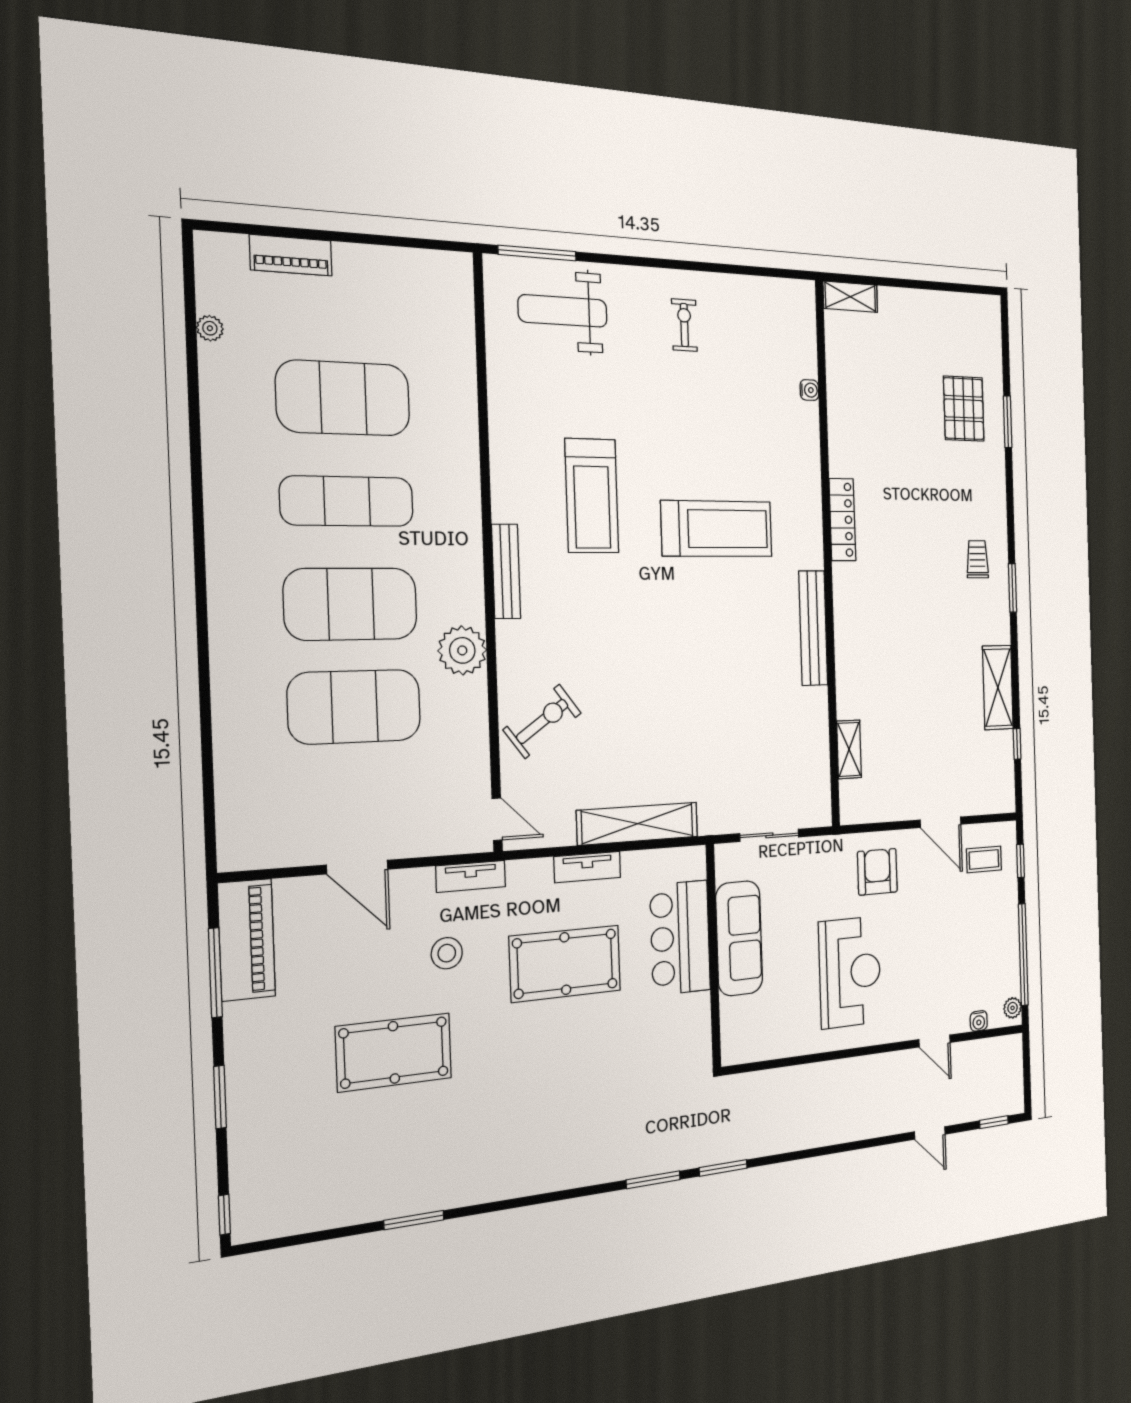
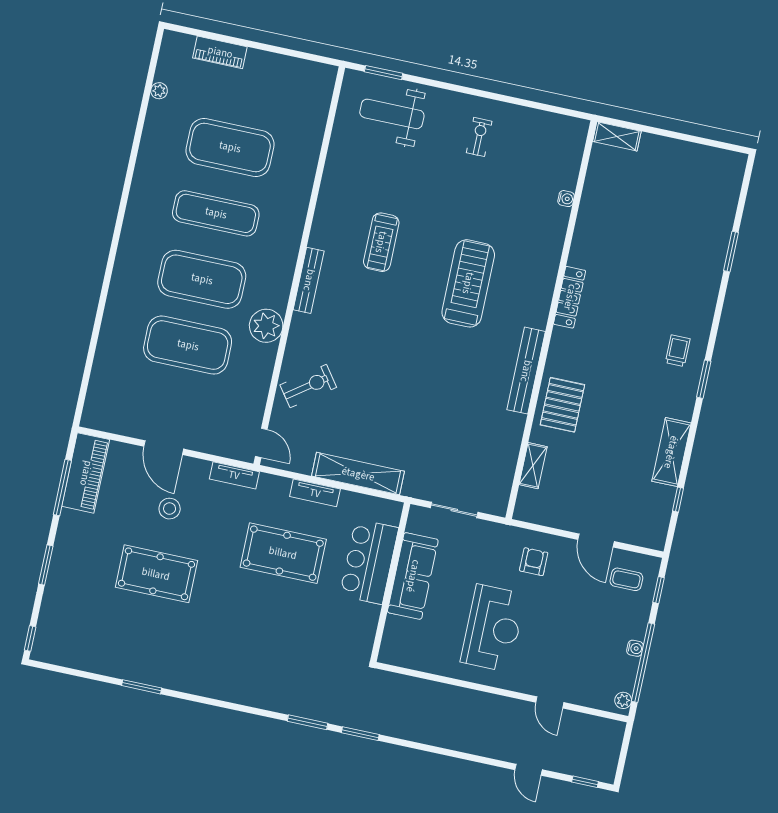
window: (537, 253) -> (384, 73), width x0.69
pallet: (964, 409) -> (562, 405), moved
treadmill: (592, 496) -> (381, 242), width x0.73, depth x0.73
treadmill: (717, 529) -> (468, 283), turned -90
armchair: (877, 872) -> (534, 562), width x0.72, depth x0.72
stool: (447, 953) -> (170, 509), moved
water cooler: (979, 1021) -> (635, 648), moved, turned -90

